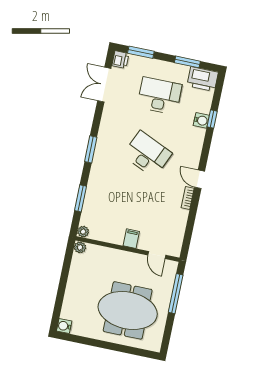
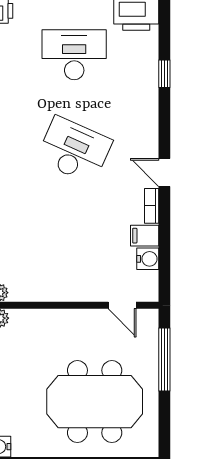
water cooler: (201, 120) -> (148, 259), moved
filing cabinet: (131, 239) -> (145, 236), moved, turned -90

